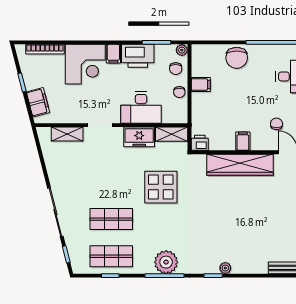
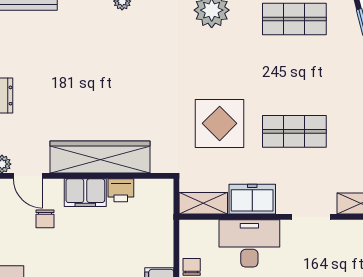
filing cabinet: (243, 141) -> (85, 193), width x2.00
printer: (200, 143) -> (121, 190), moved
shop shelf: (111, 219) -> (294, 131), moved

